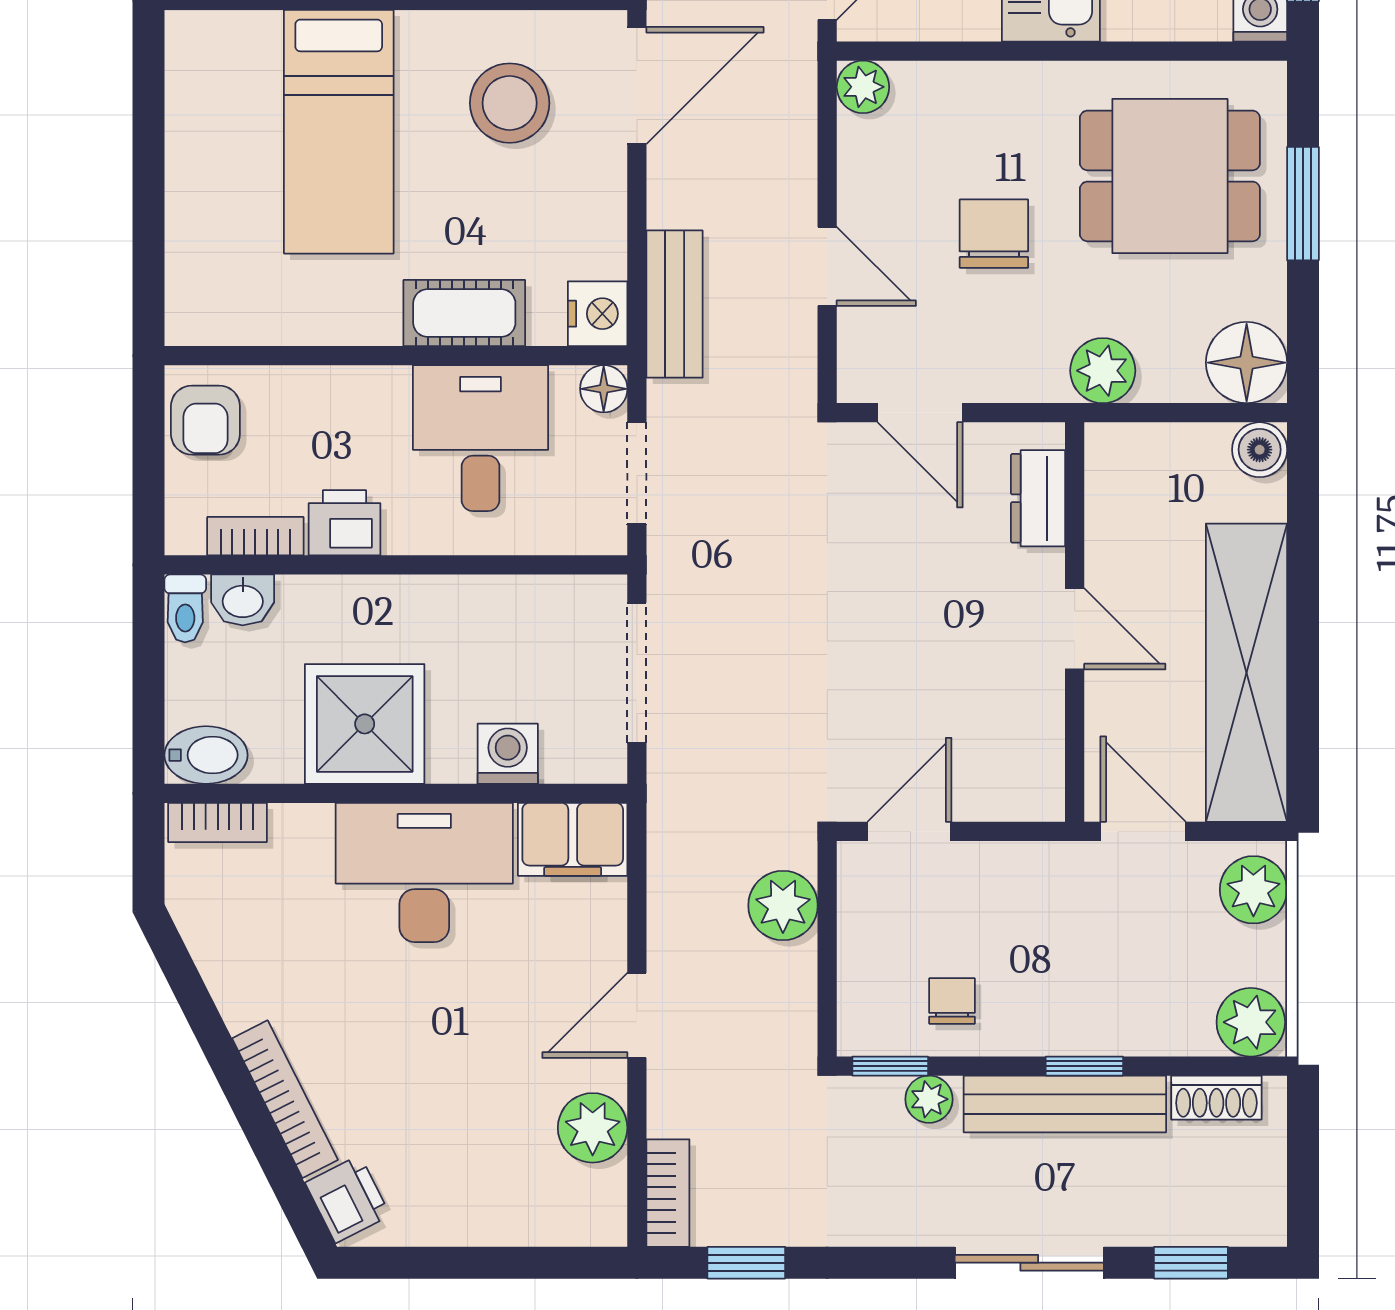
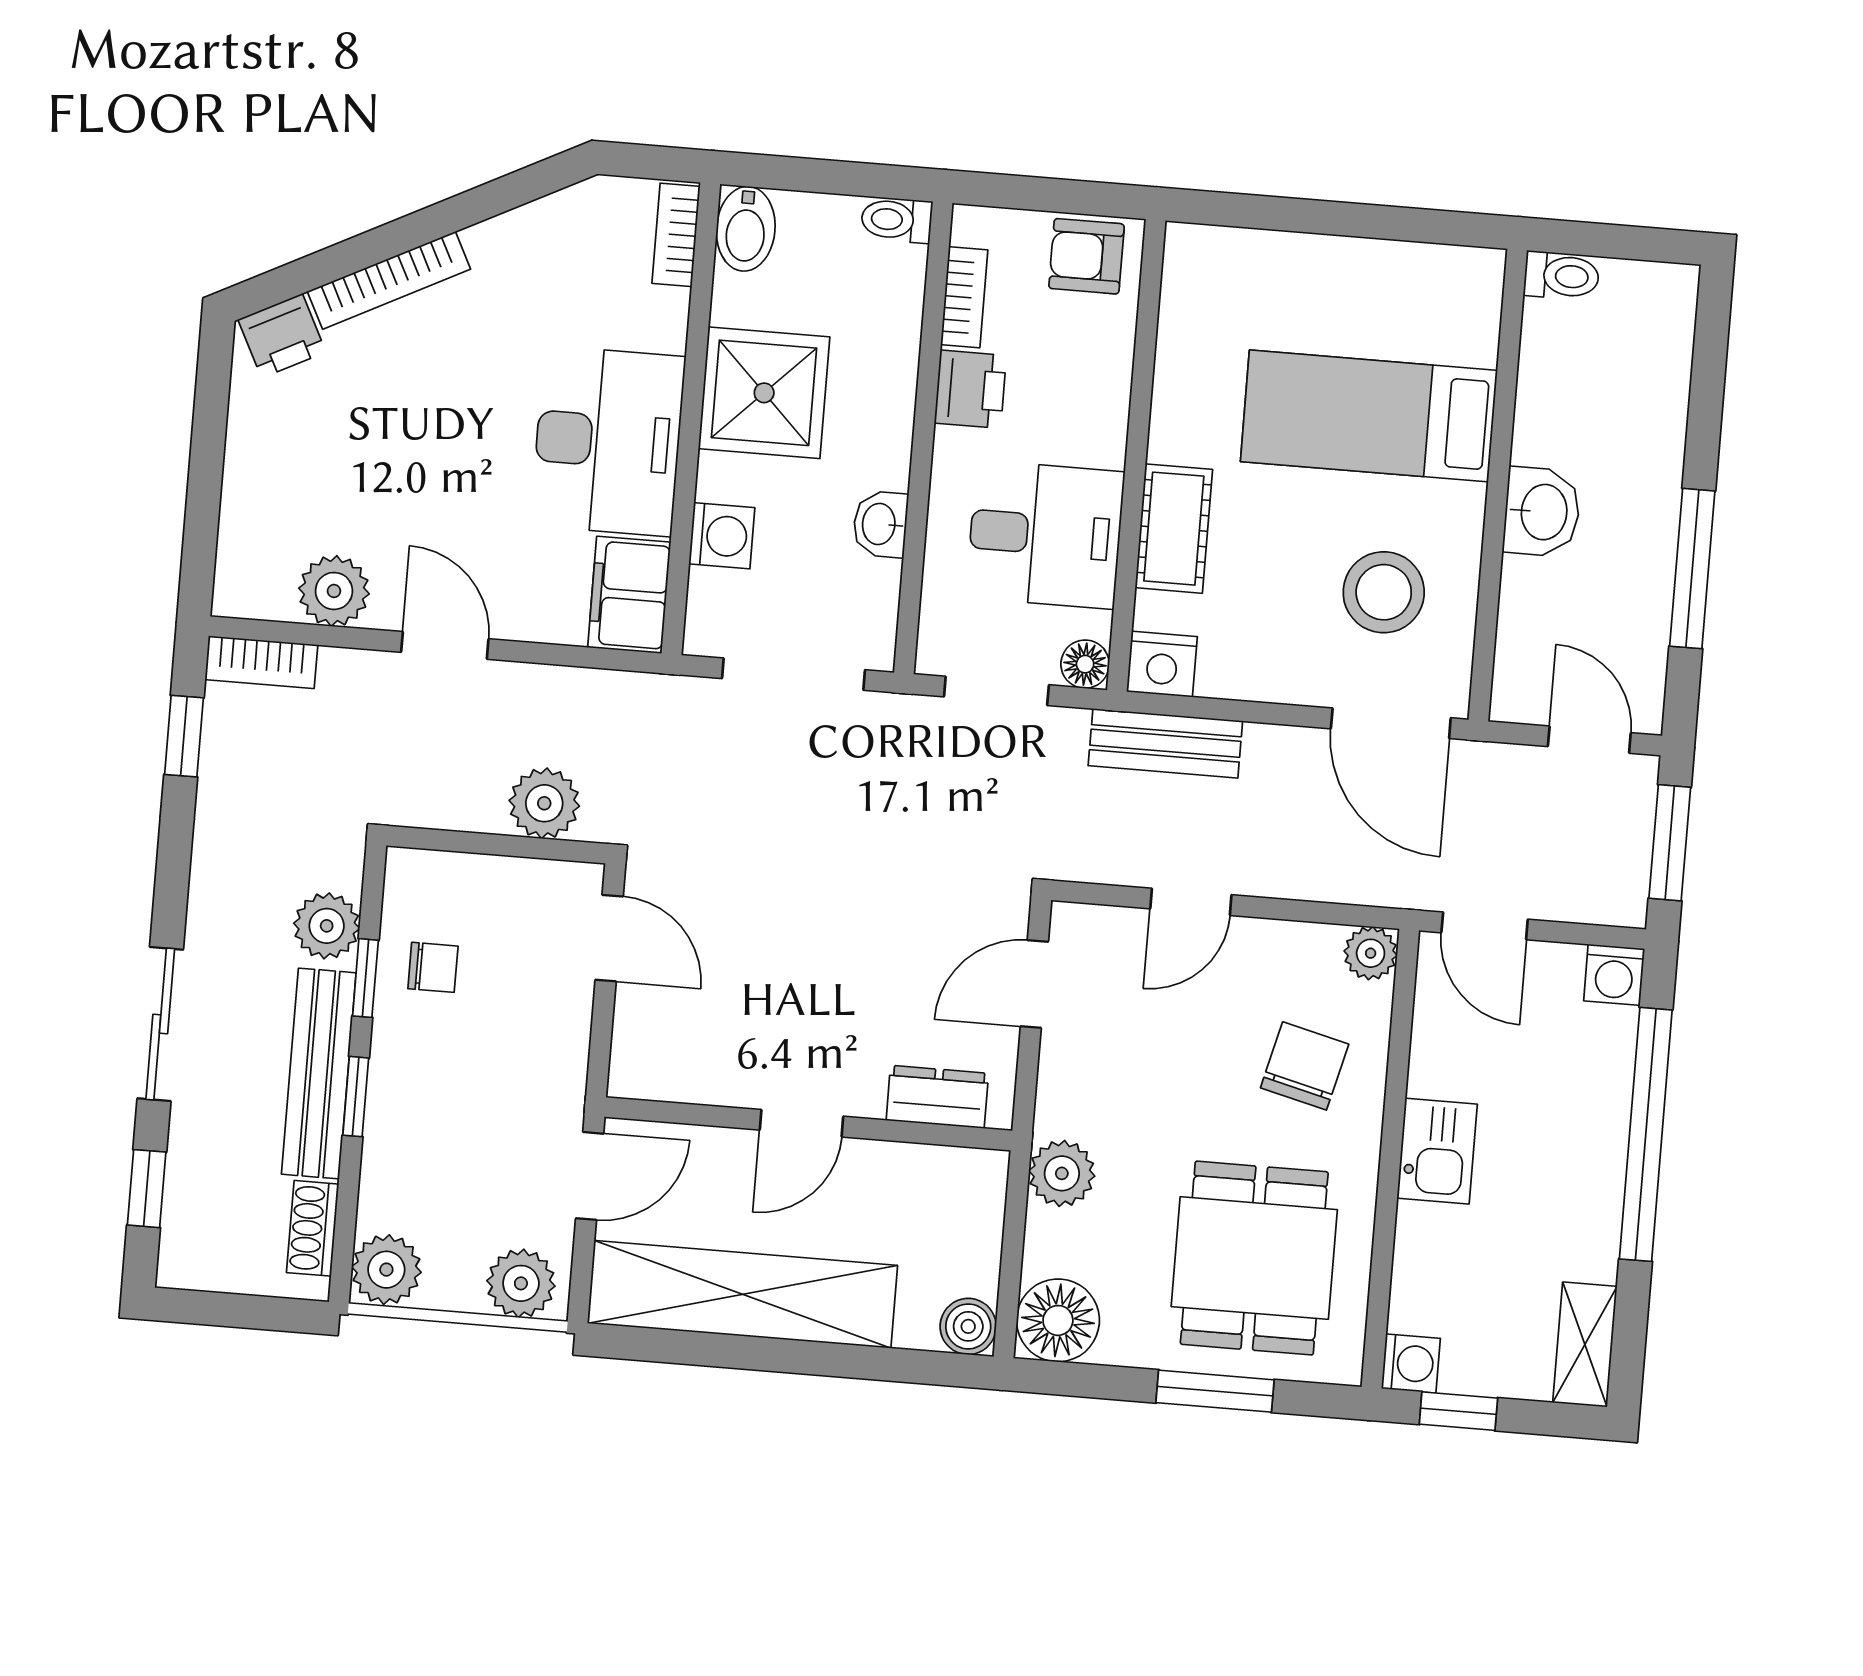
chair: (994, 234) -> (1305, 1066), moved, turned -76
washbasin: (243, 600) -> (880, 524), moved
window: (890, 1066) -> (365, 978), moved
plant: (929, 1099) -> (327, 926), width x1.38, depth x1.38

